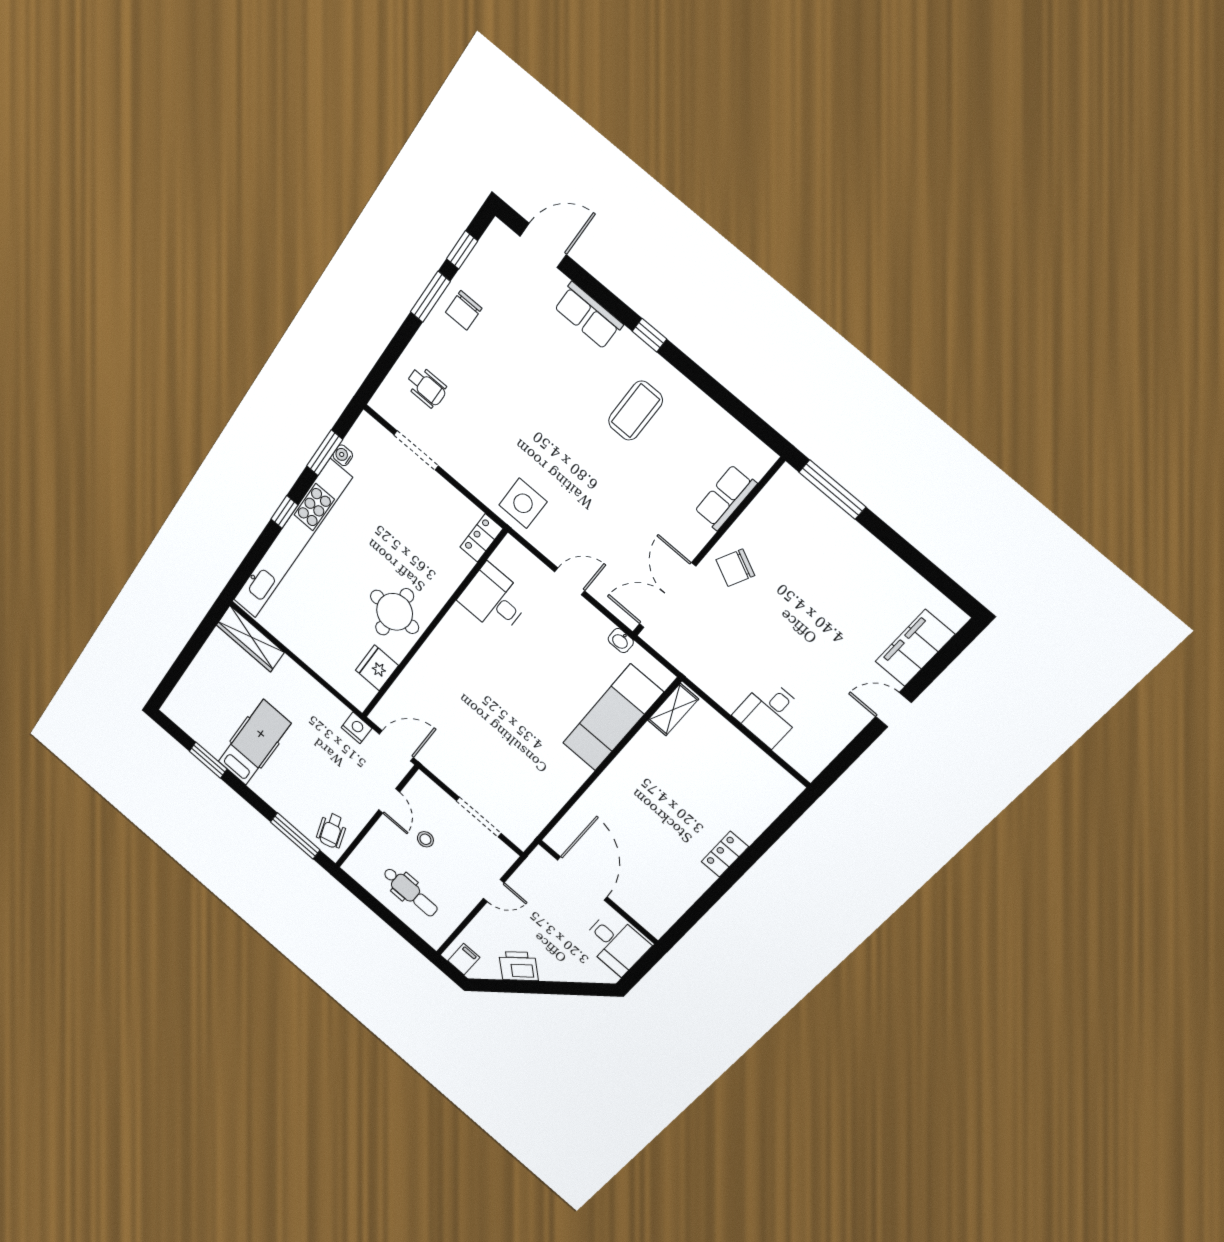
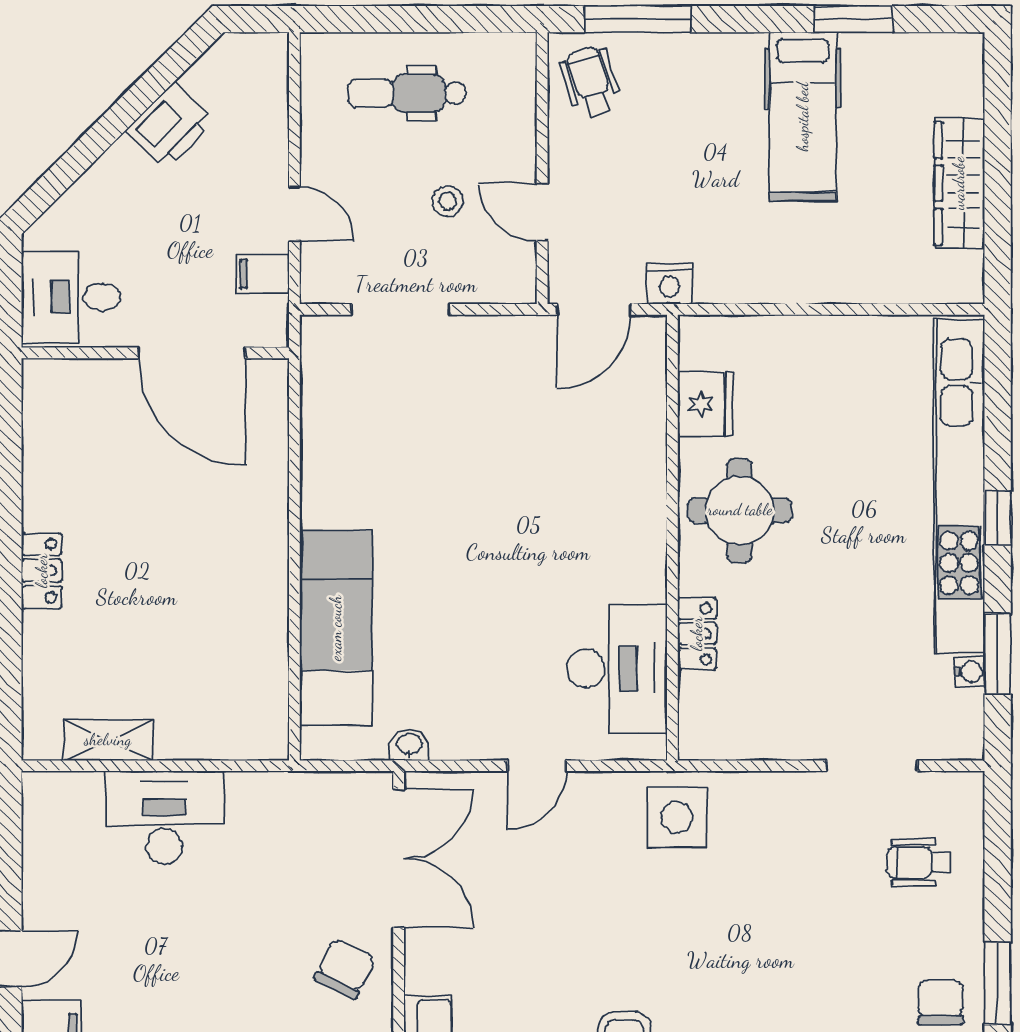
locker: (481, 538) -> (697, 634), moved
desk: (494, 600) -> (617, 669), width x1.37
wardrobe: (250, 639) -> (959, 183), moved, turned -90
shelving: (673, 710) -> (108, 740), moved, turned 90
desk: (769, 713) -> (164, 818), width x1.37
door: (494, 890) -> (294, 214), swing flipped
filing cabinet: (464, 959) -> (263, 274), moved, turned 90

